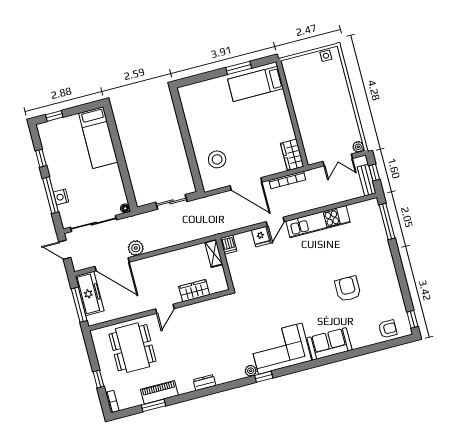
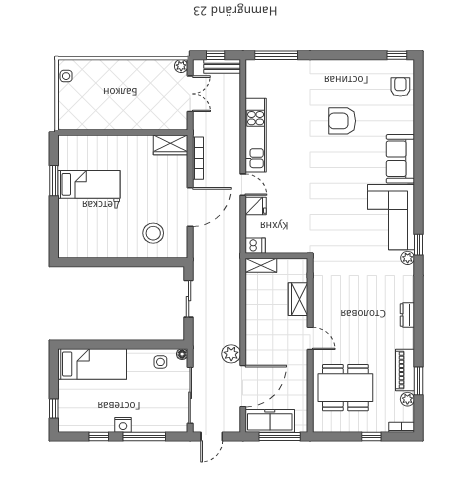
bed: (256, 84) -> (89, 184), moved, turned -90
side table: (114, 192) -> (160, 362), added
nightstand: (61, 197) -> (123, 425), moved
plant: (136, 400) -> (407, 399), added

